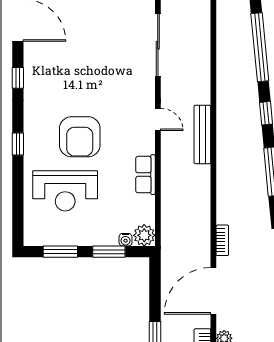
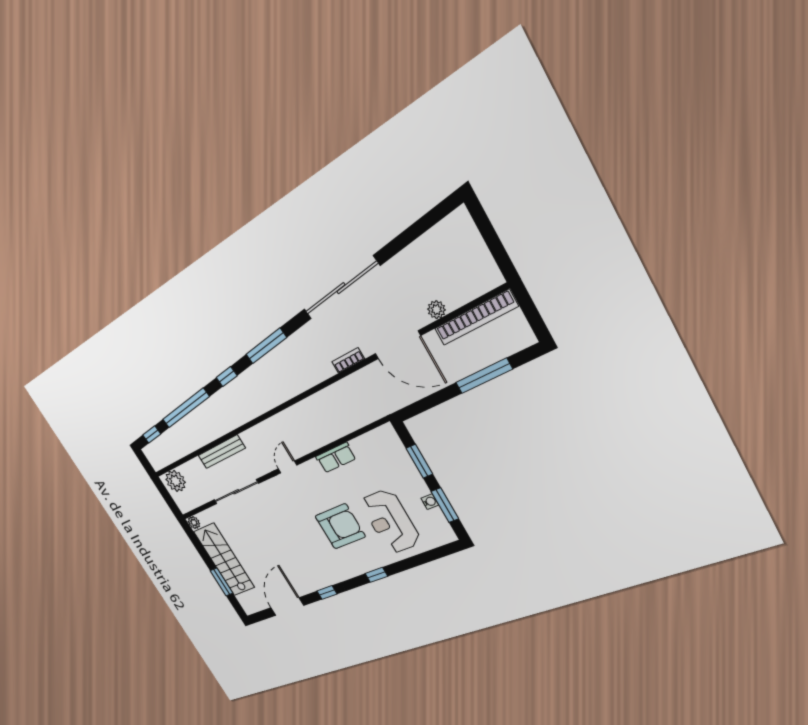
bench: (202, 134) -> (222, 452), moved
reception desk: (65, 191) -> (390, 521), turned 180
plant: (144, 235) -> (386, 435), removed
water cooler: (126, 240) -> (430, 502), moved

